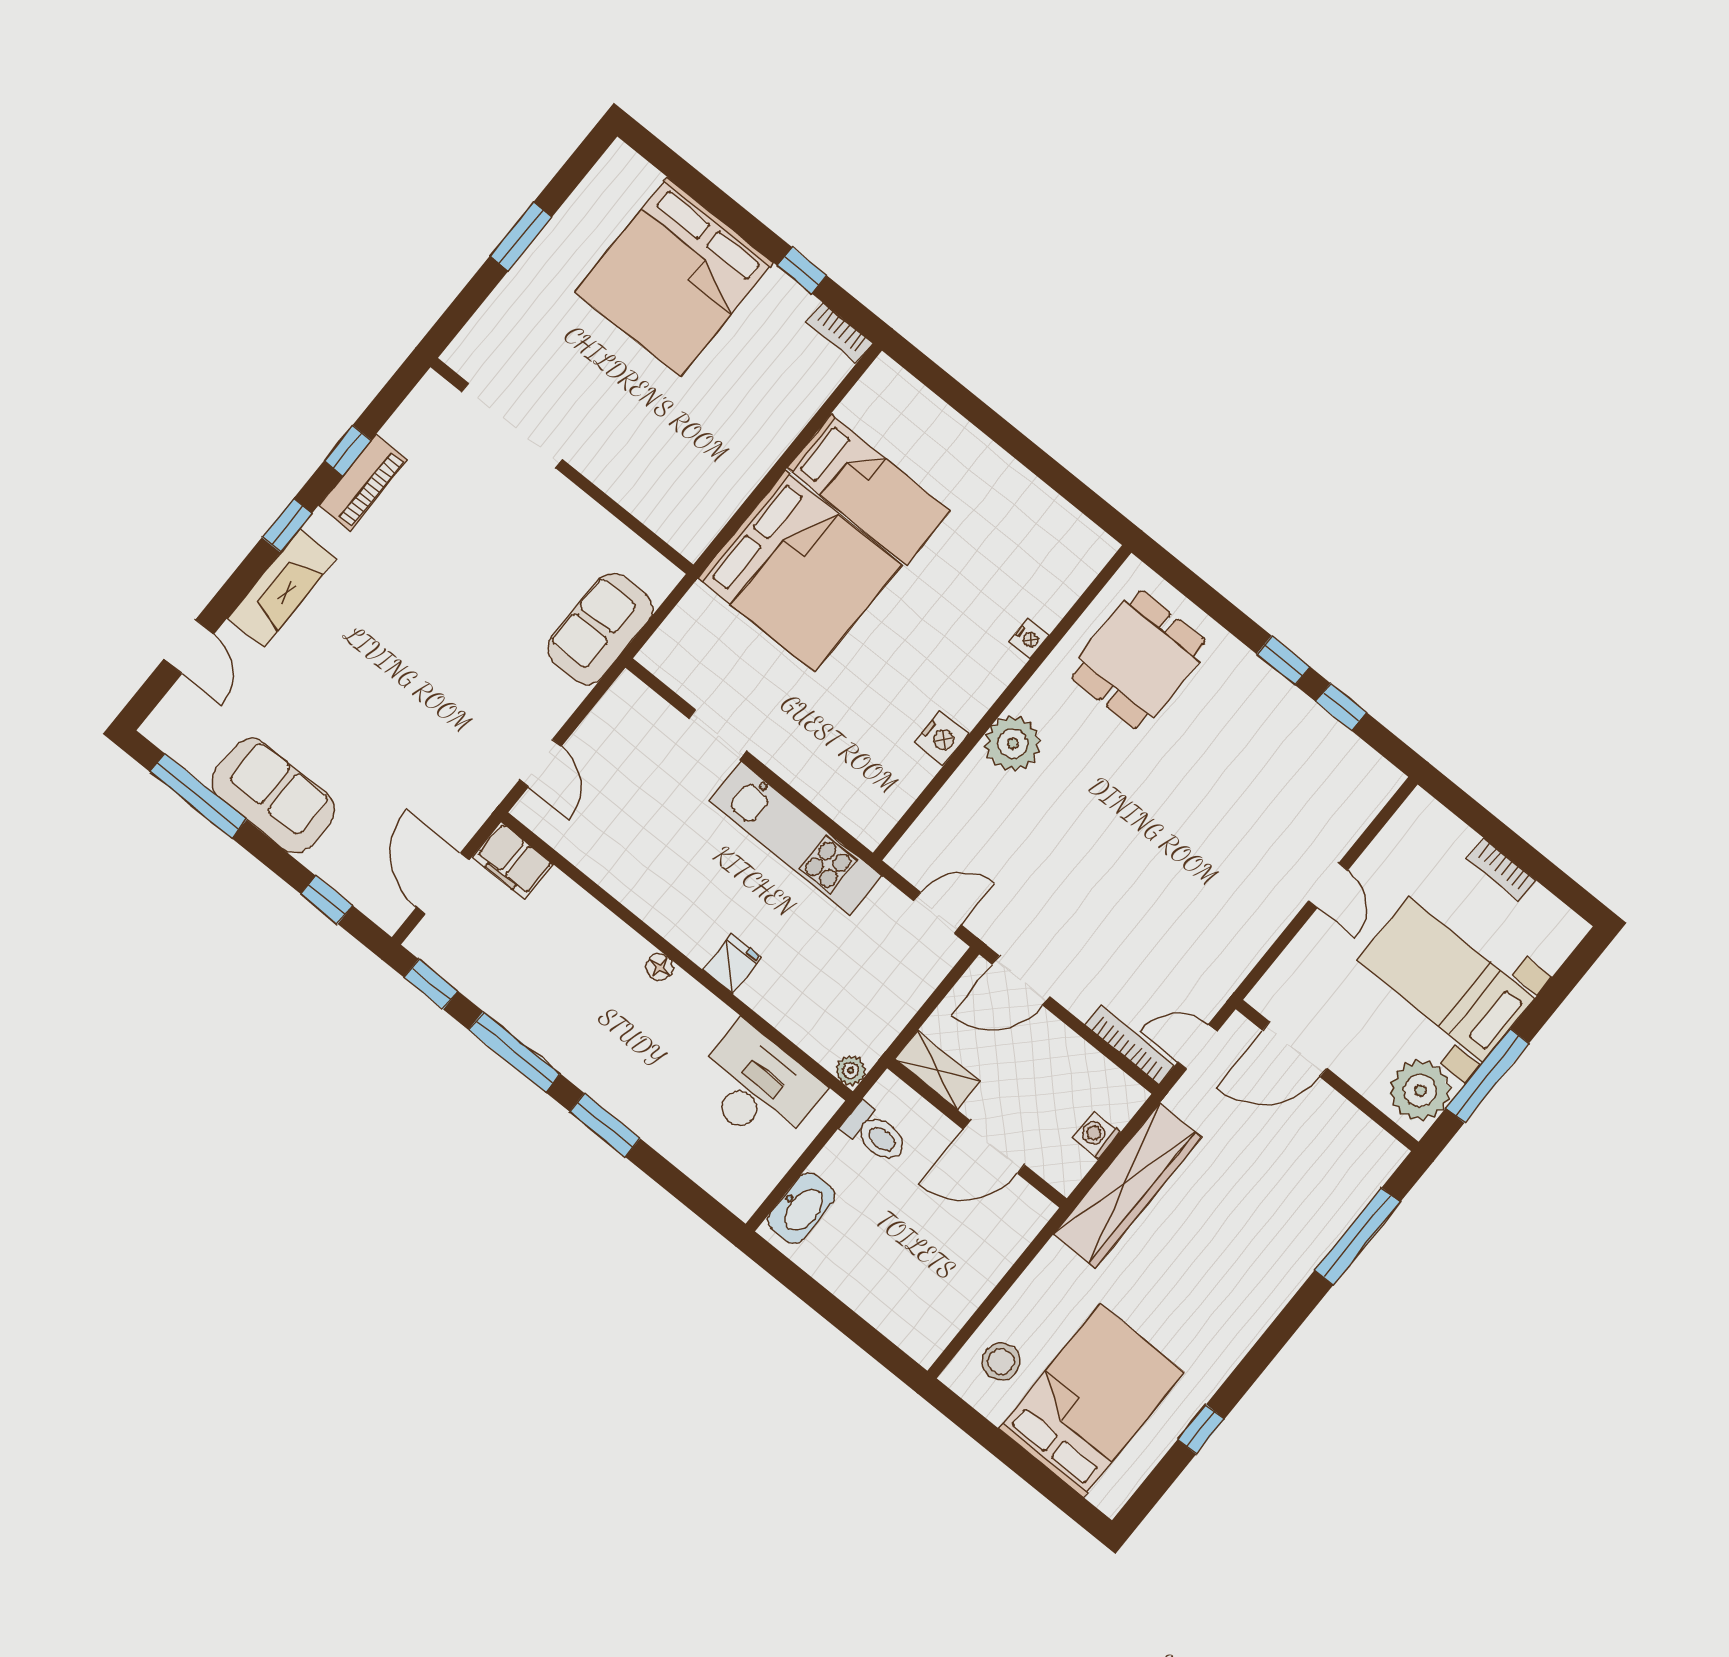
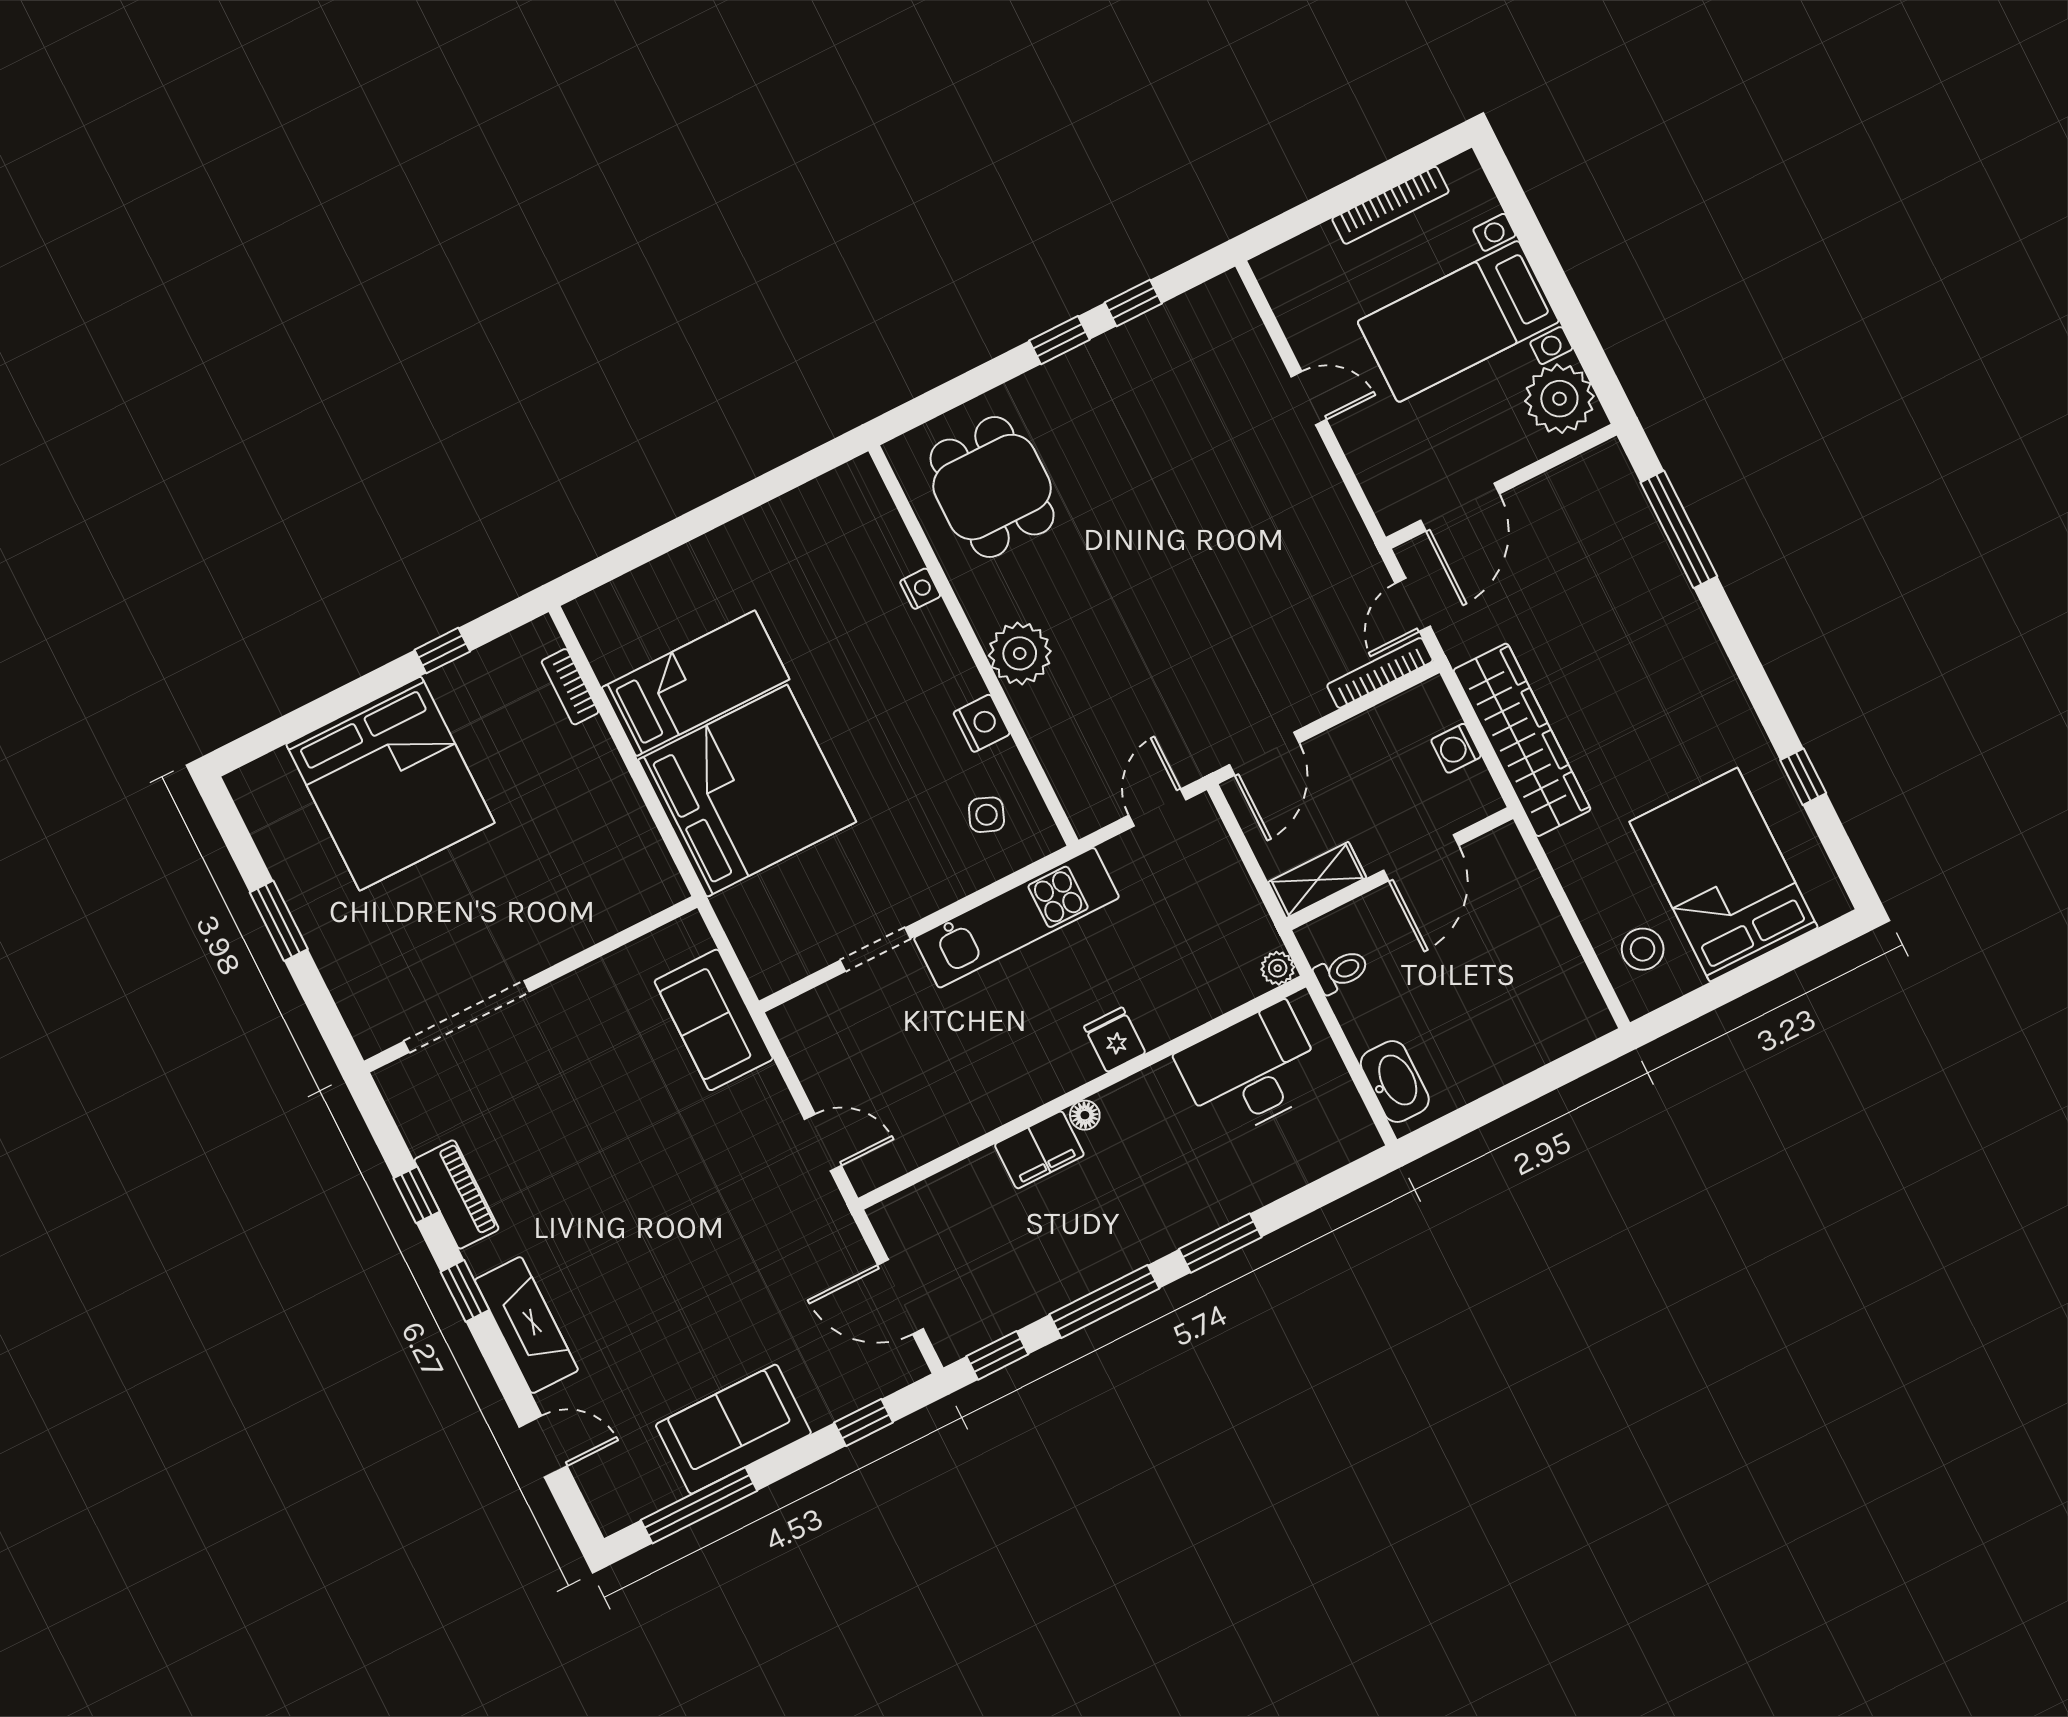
bookcase: (839, 333) -> (570, 687), moved, turned 90
side table: (869, 776) -> (986, 815), added
filing cabinet: (513, 861) -> (1039, 1150), moved
bookcase: (1501, 869) -> (1390, 205), width x1.56
window: (1487, 1076) -> (1575, 323), removed
toilet: (875, 1133) -> (1341, 971), width x0.73, depth x0.72

